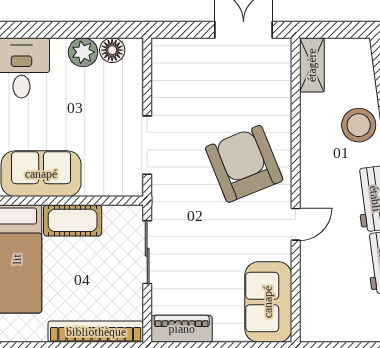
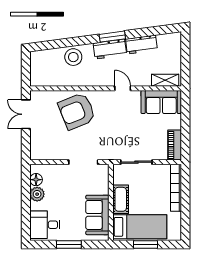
shelving: (312, 65) -> (165, 80), moved
armchair: (244, 164) -> (77, 111), moved

